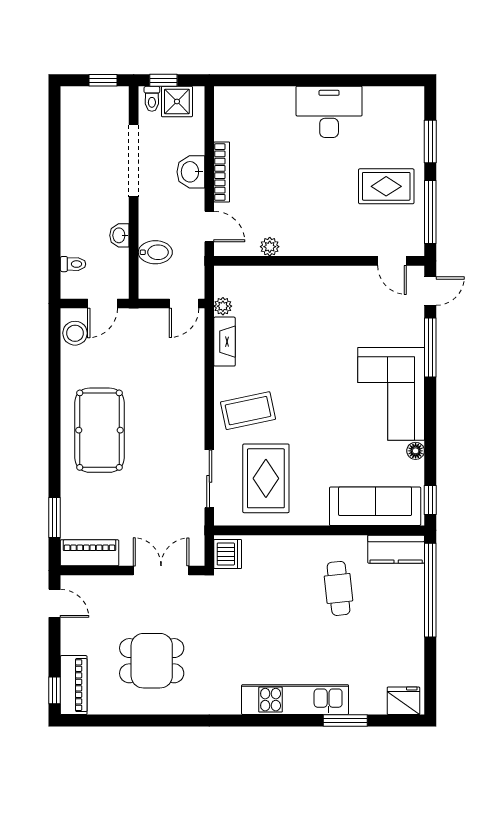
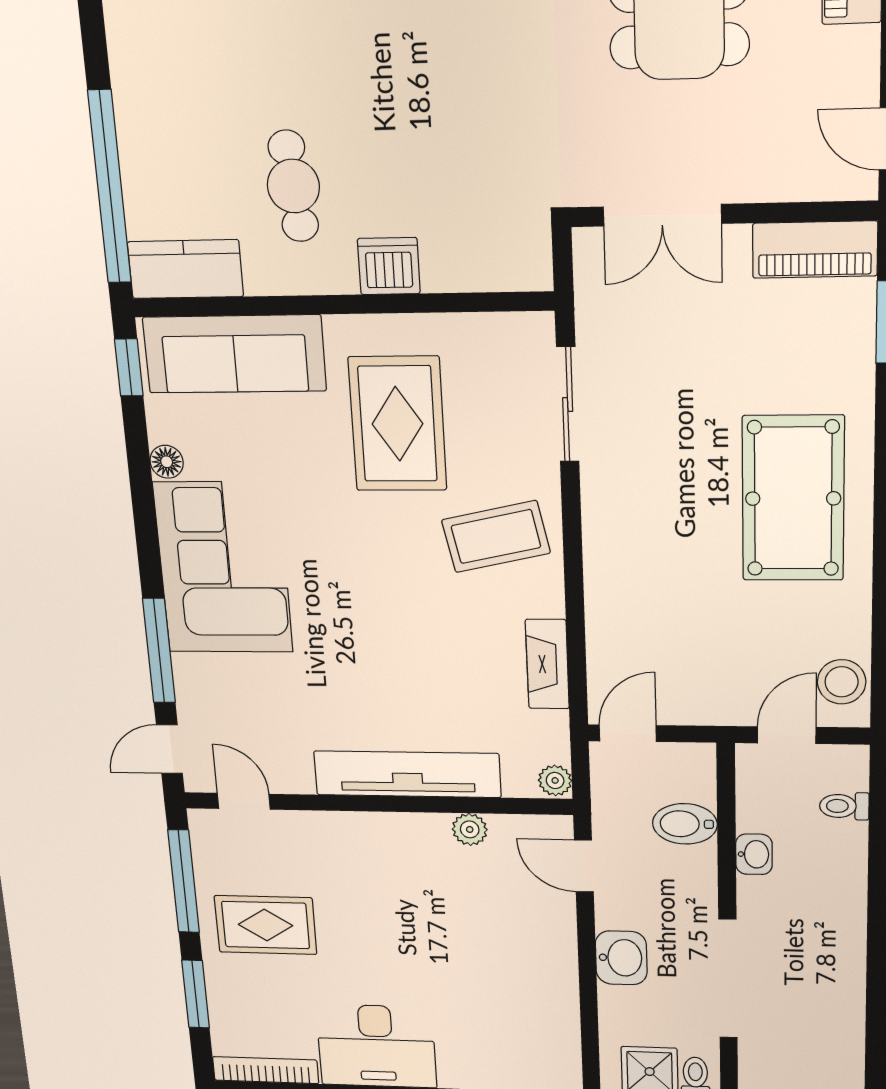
bookcase: (222, 172) -> (266, 1070), moved, turned 90
tv unit: (301, 278) -> (407, 774), added
plant: (223, 306) -> (555, 780), moved
rug: (266, 478) -> (398, 424), moved
dishwasher: (228, 554) -> (389, 266), moved, turned 90

